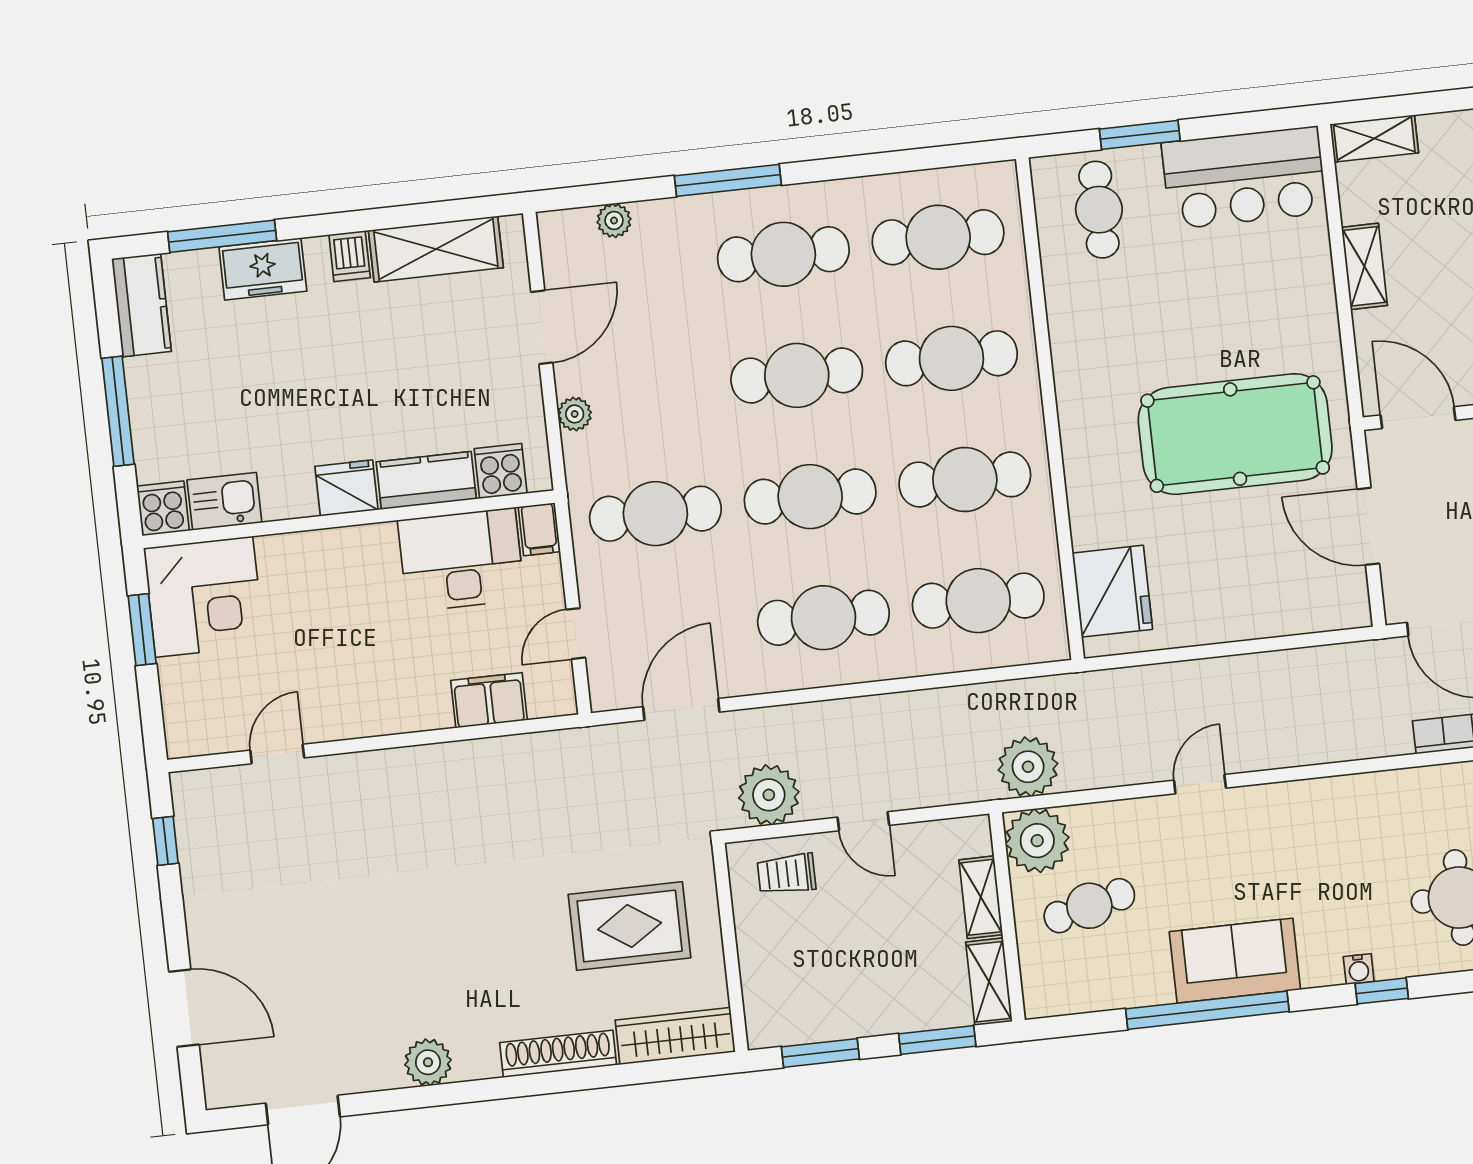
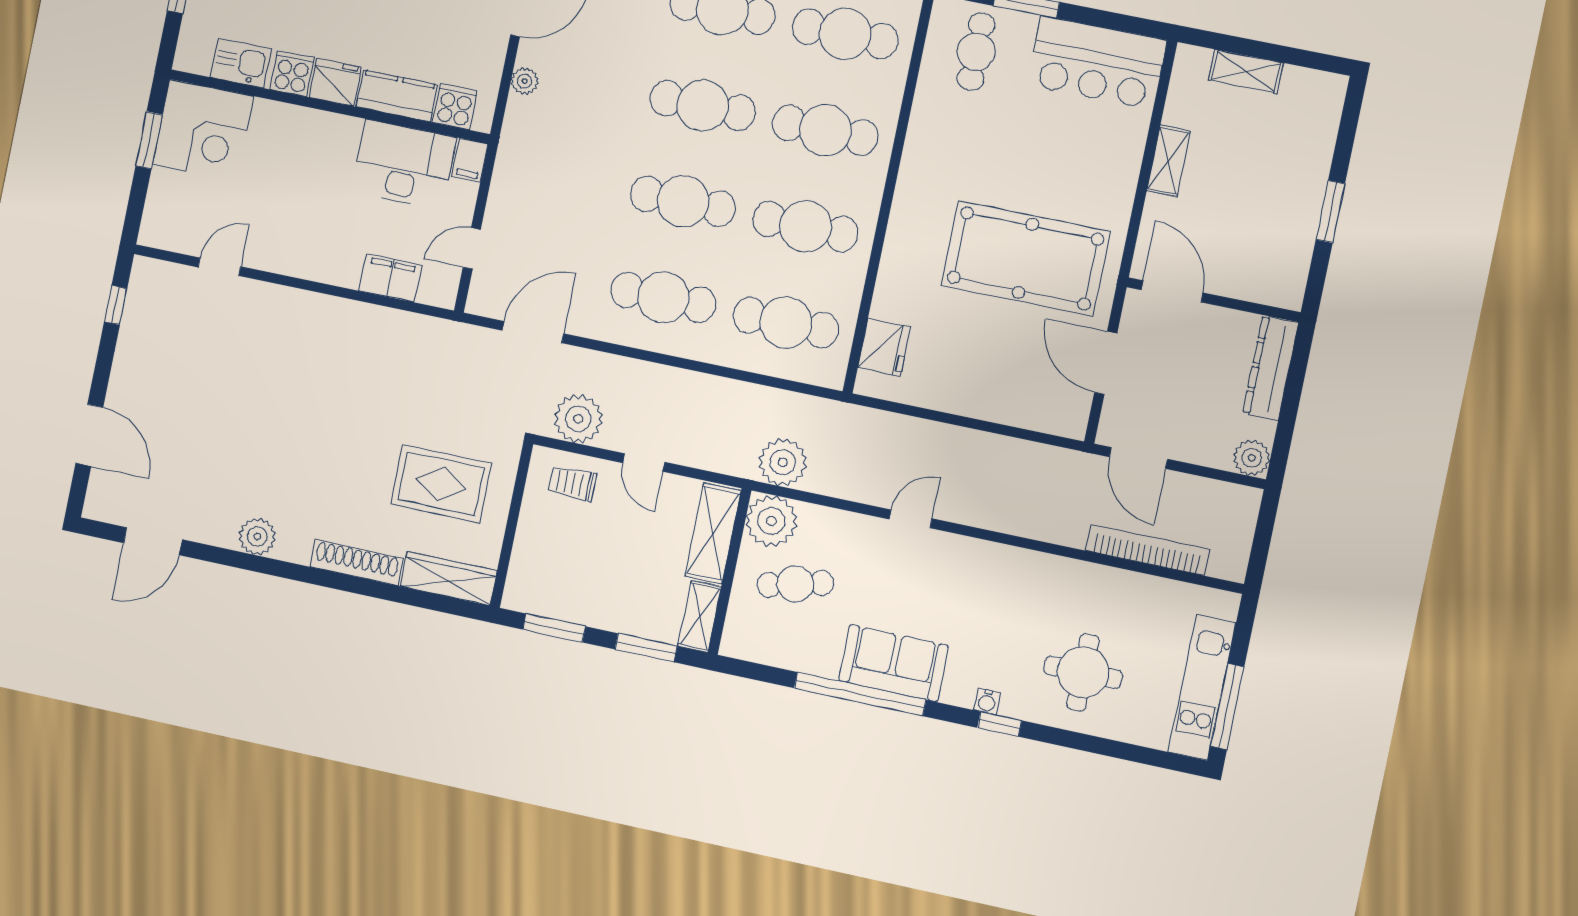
shelving: (1374, 139) -> (1246, 71), moved
cooker: (163, 508) -> (292, 74), moved
cafe table: (655, 514) -> (561, 177), removed
fridge: (1112, 591) -> (884, 347), width x0.73, depth x0.75
shelving: (981, 897) -> (713, 533), width x1.50, depth x1.33

